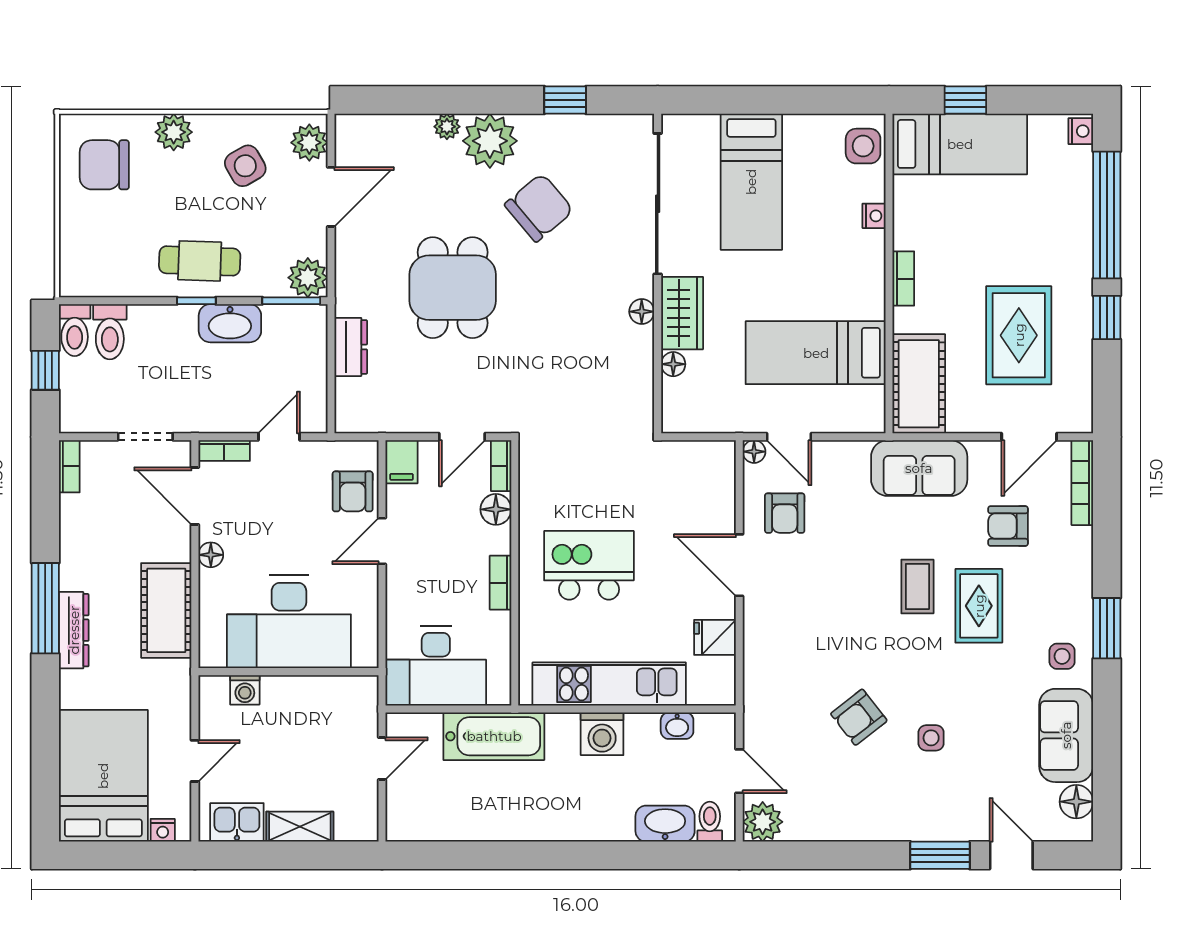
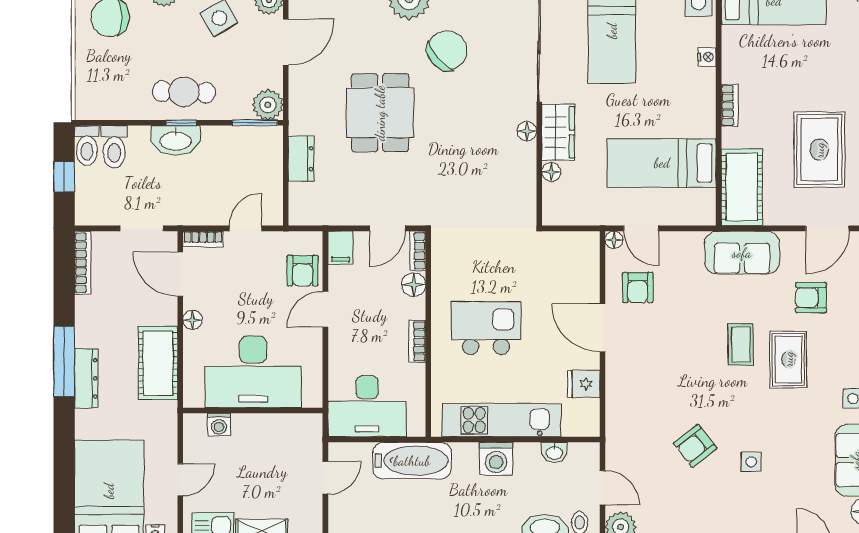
washbasin: (230, 323) -> (176, 140), moved
bookcase: (69, 466) -> (83, 263), width x1.56

